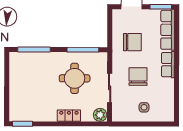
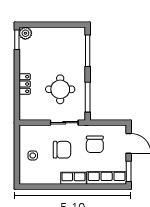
sliding door: (110, 88) -> (64, 123), moved
plant: (100, 115) -> (25, 33), moved

